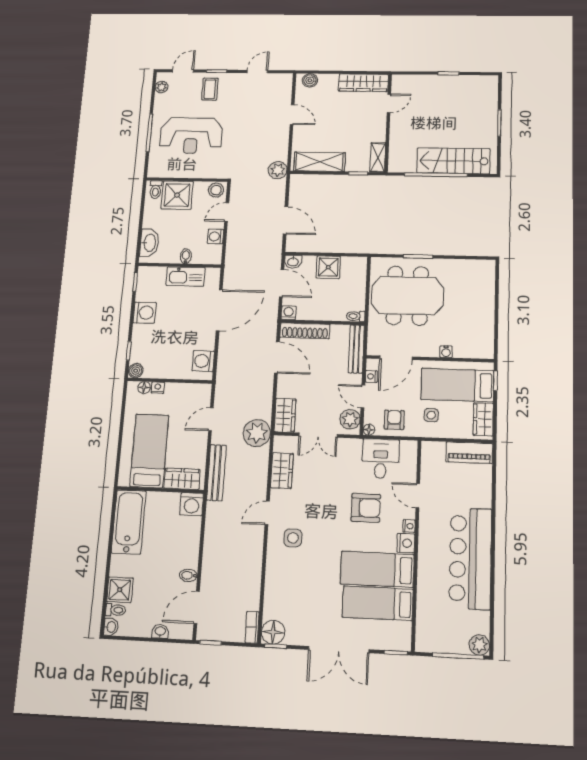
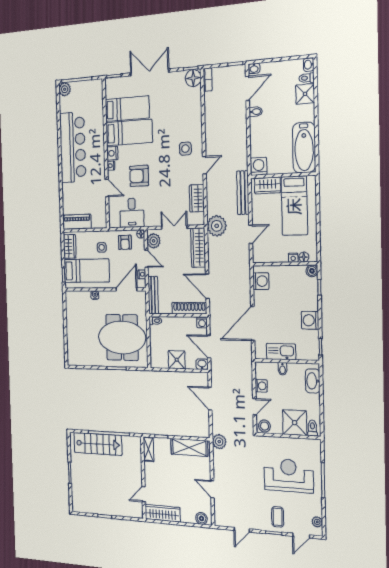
wardrobe: (285, 415) -> (198, 248), width x1.50
washbasin: (160, 631) -> (254, 68), moved

